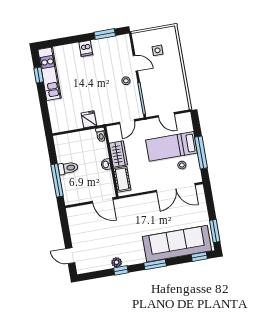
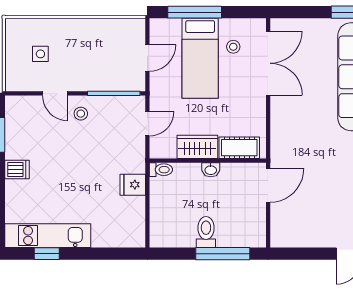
door: (135, 63) -> (55, 93), swing flipped
door: (127, 122) -> (147, 124), hinge flipped
window: (201, 152) -> (195, 12), moved

